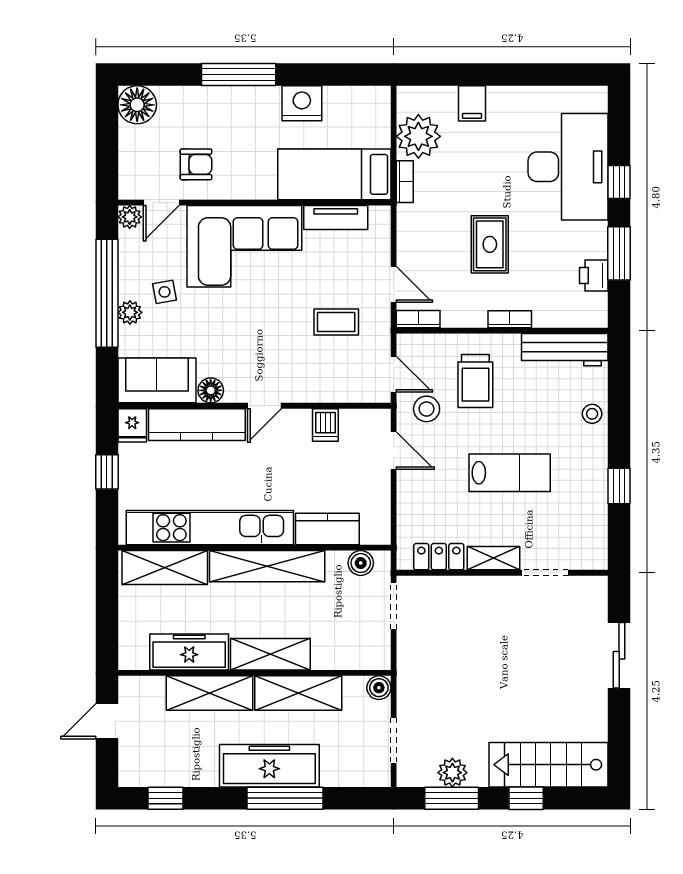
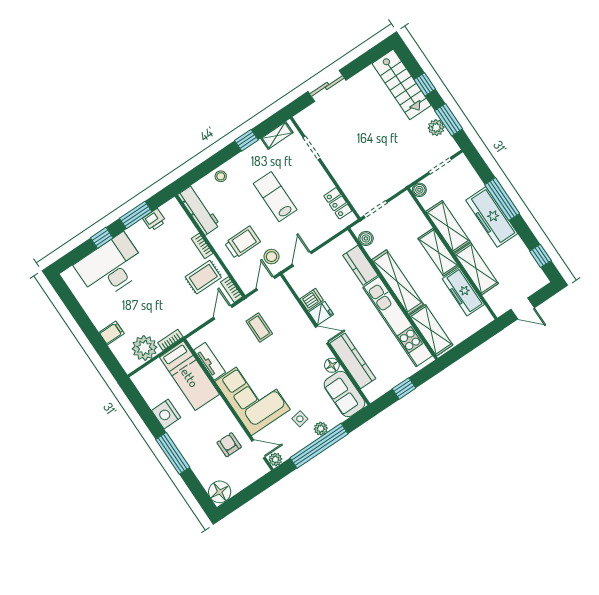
rug: (490, 244) -> (203, 277), moved
fridge: (132, 425) -> (321, 313), moved
shelving: (493, 558) -> (277, 135), moved, turned 90

